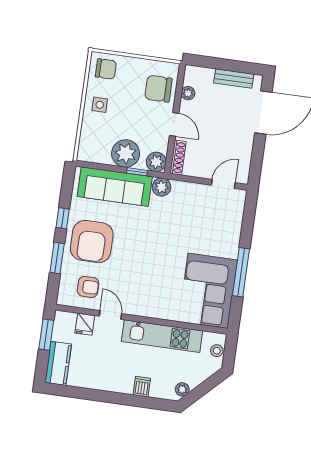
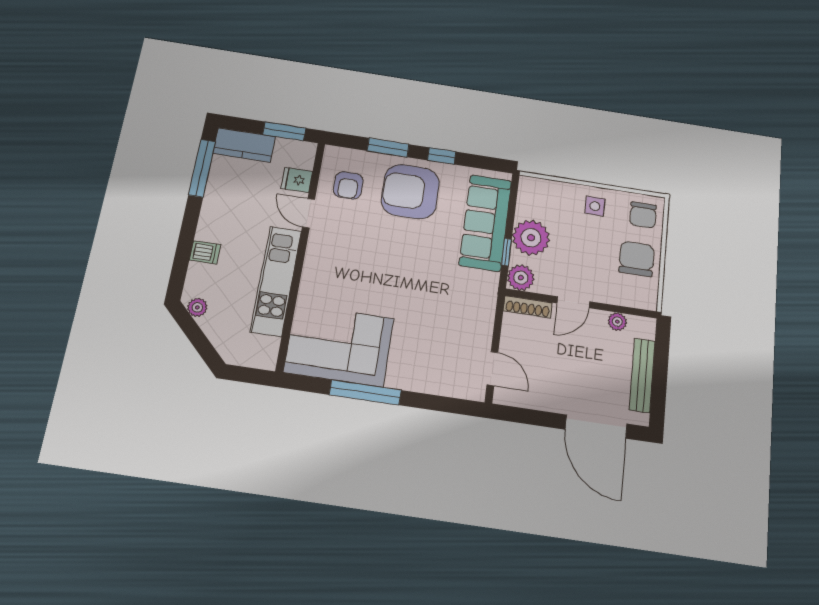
bench: (234, 78) -> (642, 375), width x1.36
chair: (158, 89) -> (636, 259), moved
plant: (162, 187) -> (486, 284), removed
door: (110, 315) -> (309, 213), swing flipped
stool: (217, 351) -> (251, 357), removed
window: (78, 393) -> (202, 168), added

